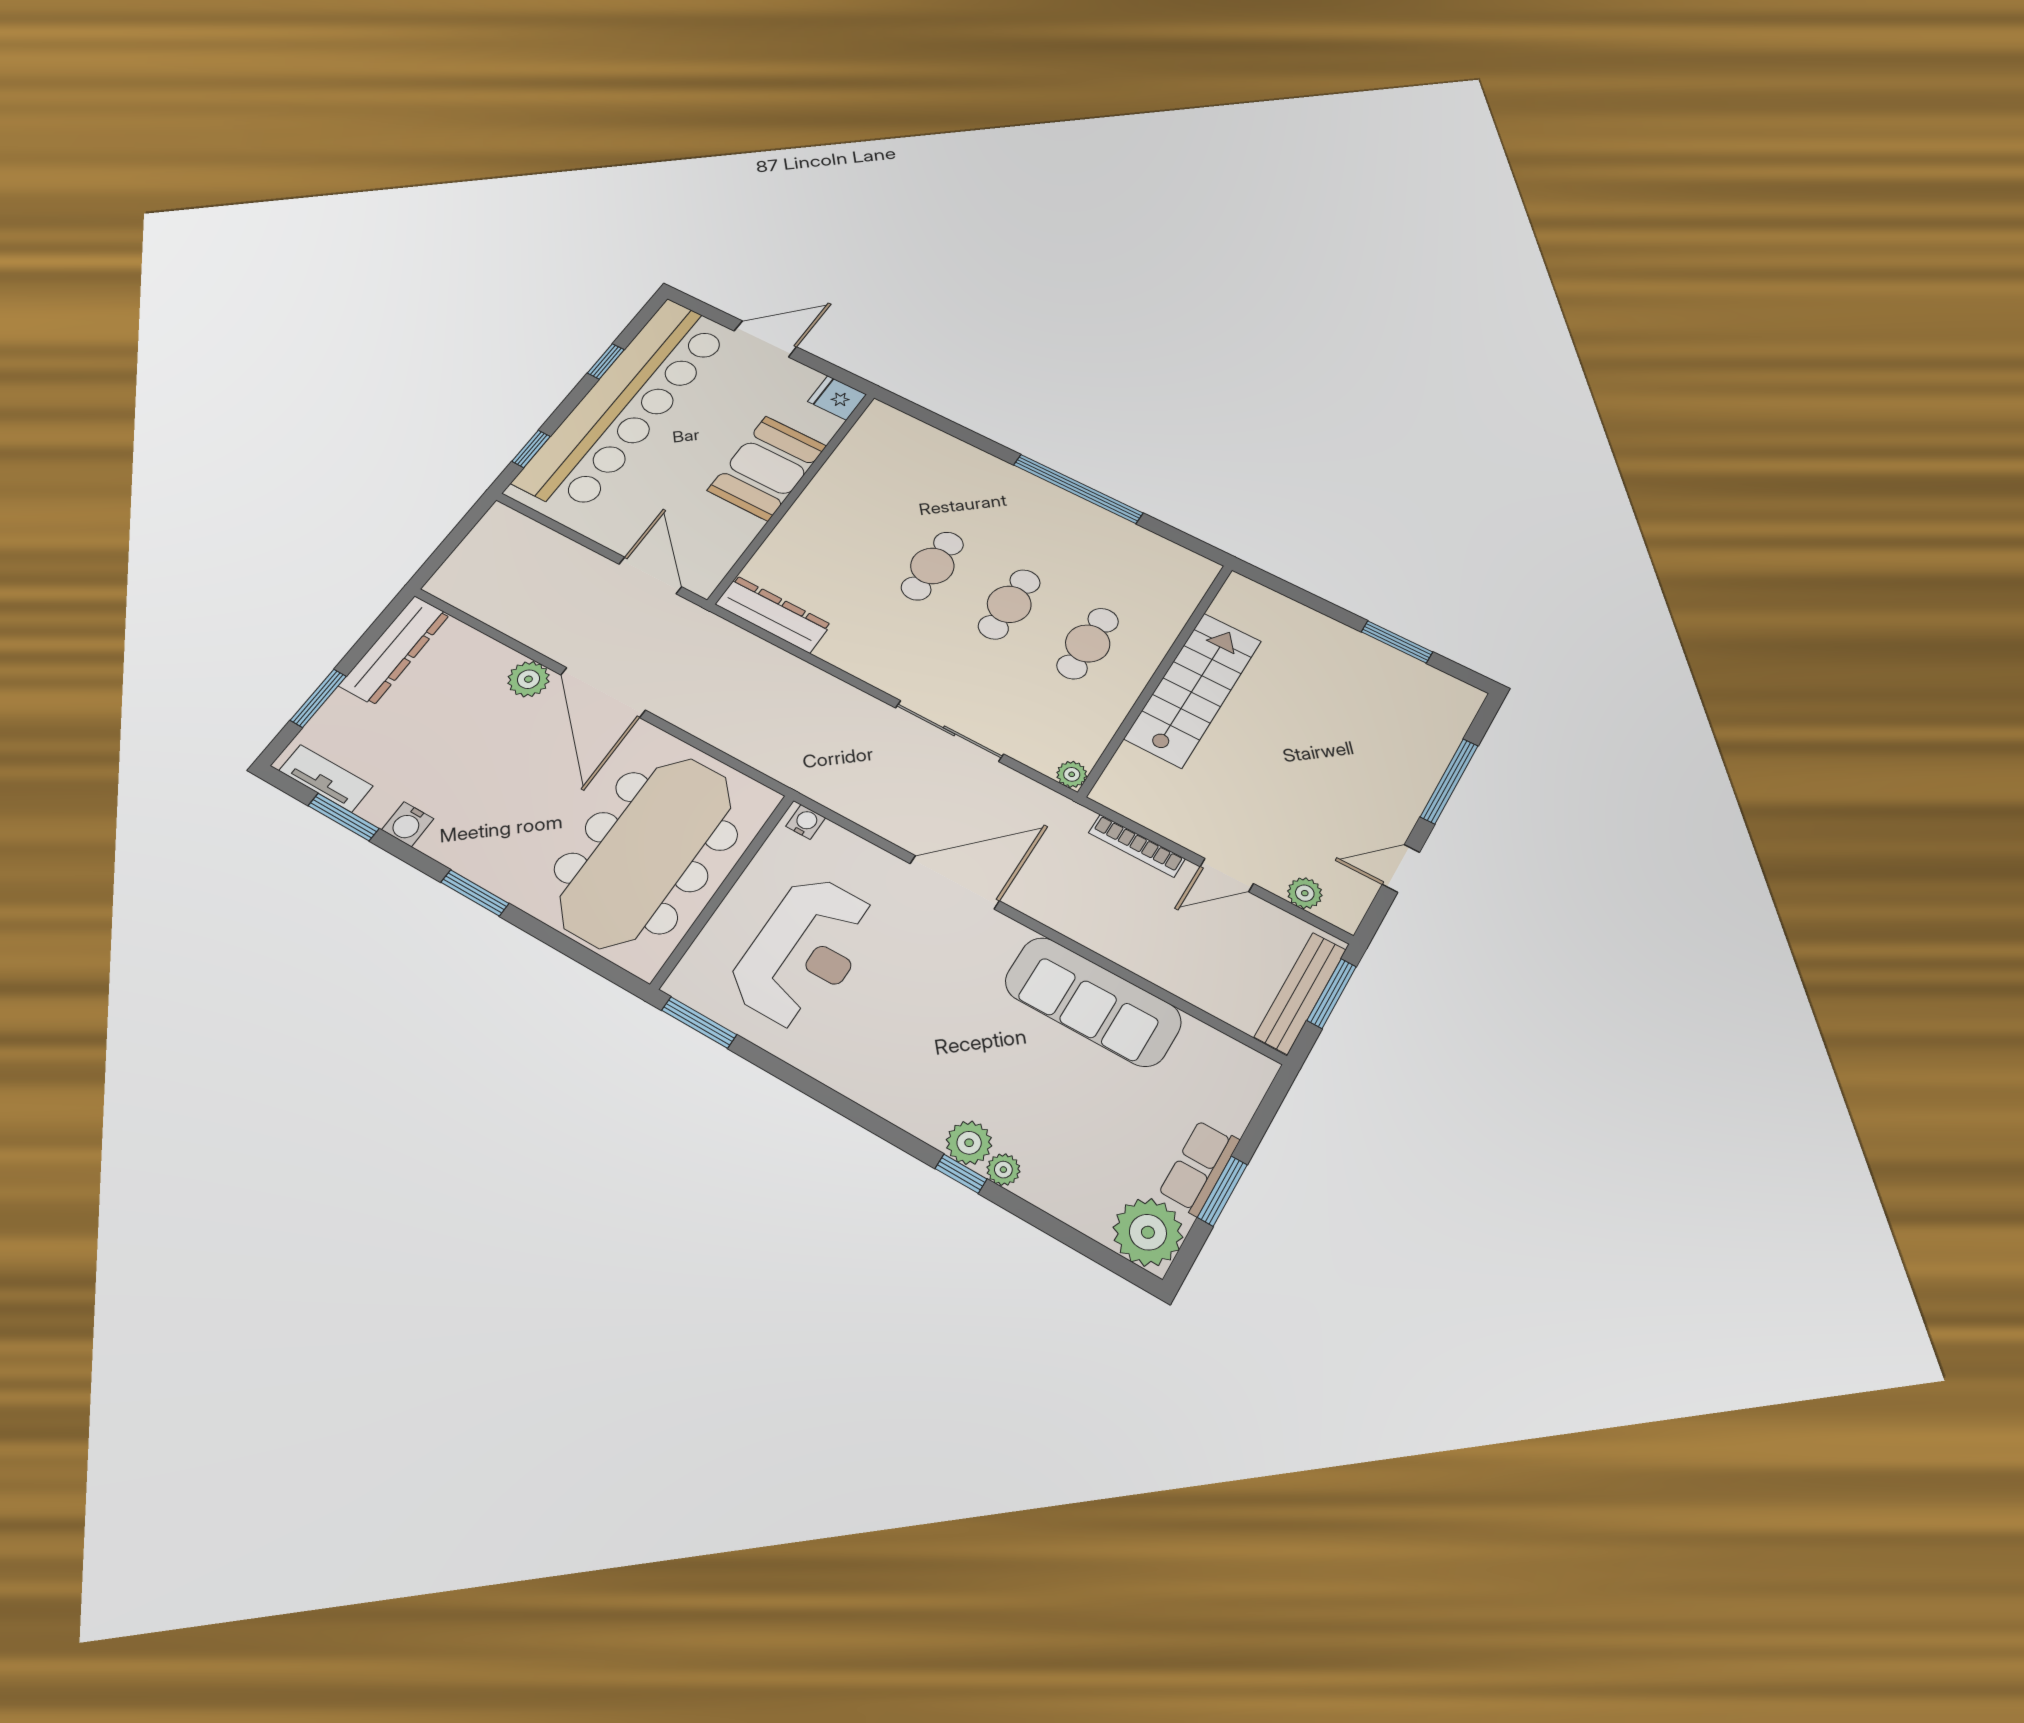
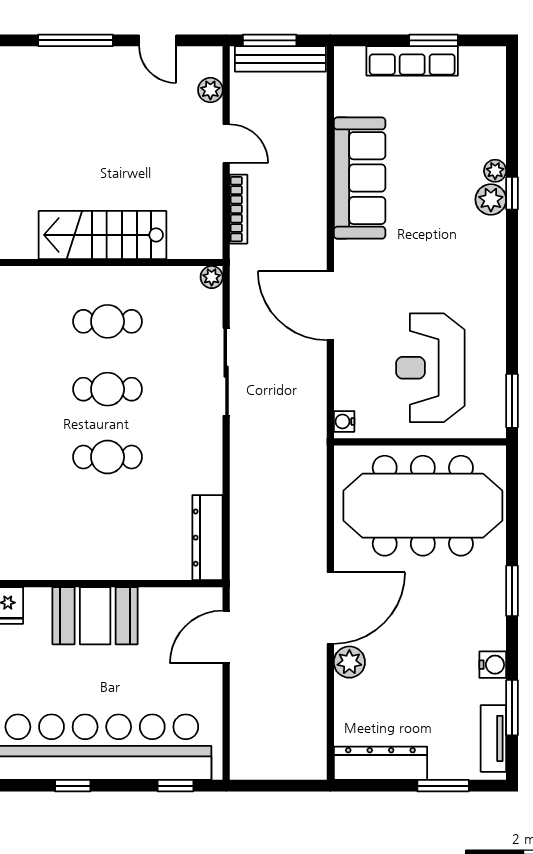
reception desk: (804, 952) -> (430, 368), turned -90
row of seats: (1199, 1167) -> (412, 61), width x1.48
plant: (1148, 1232) -> (483, 69), removed

